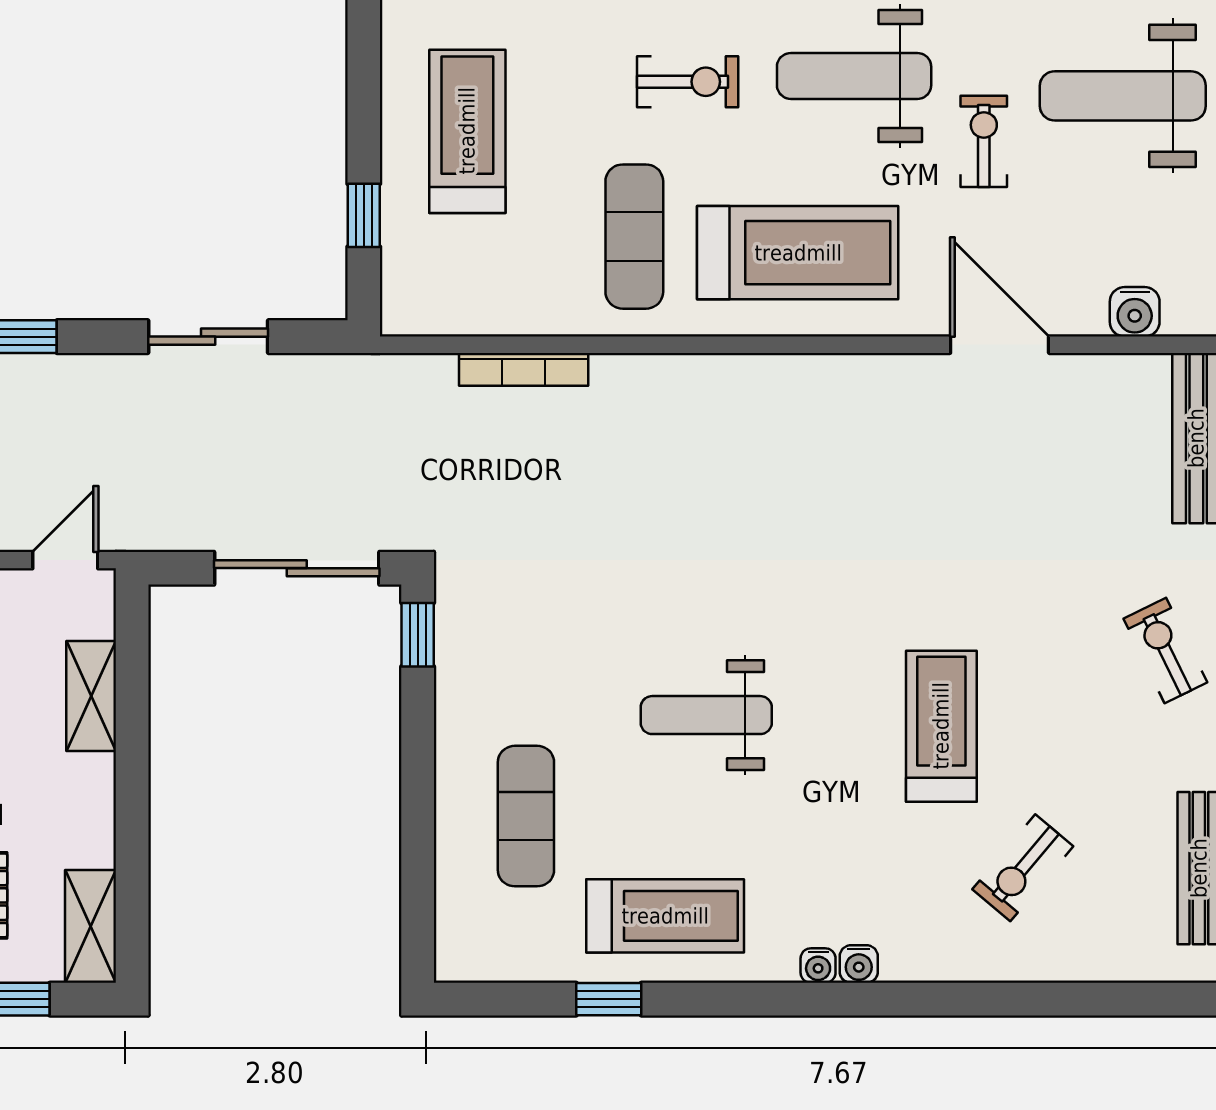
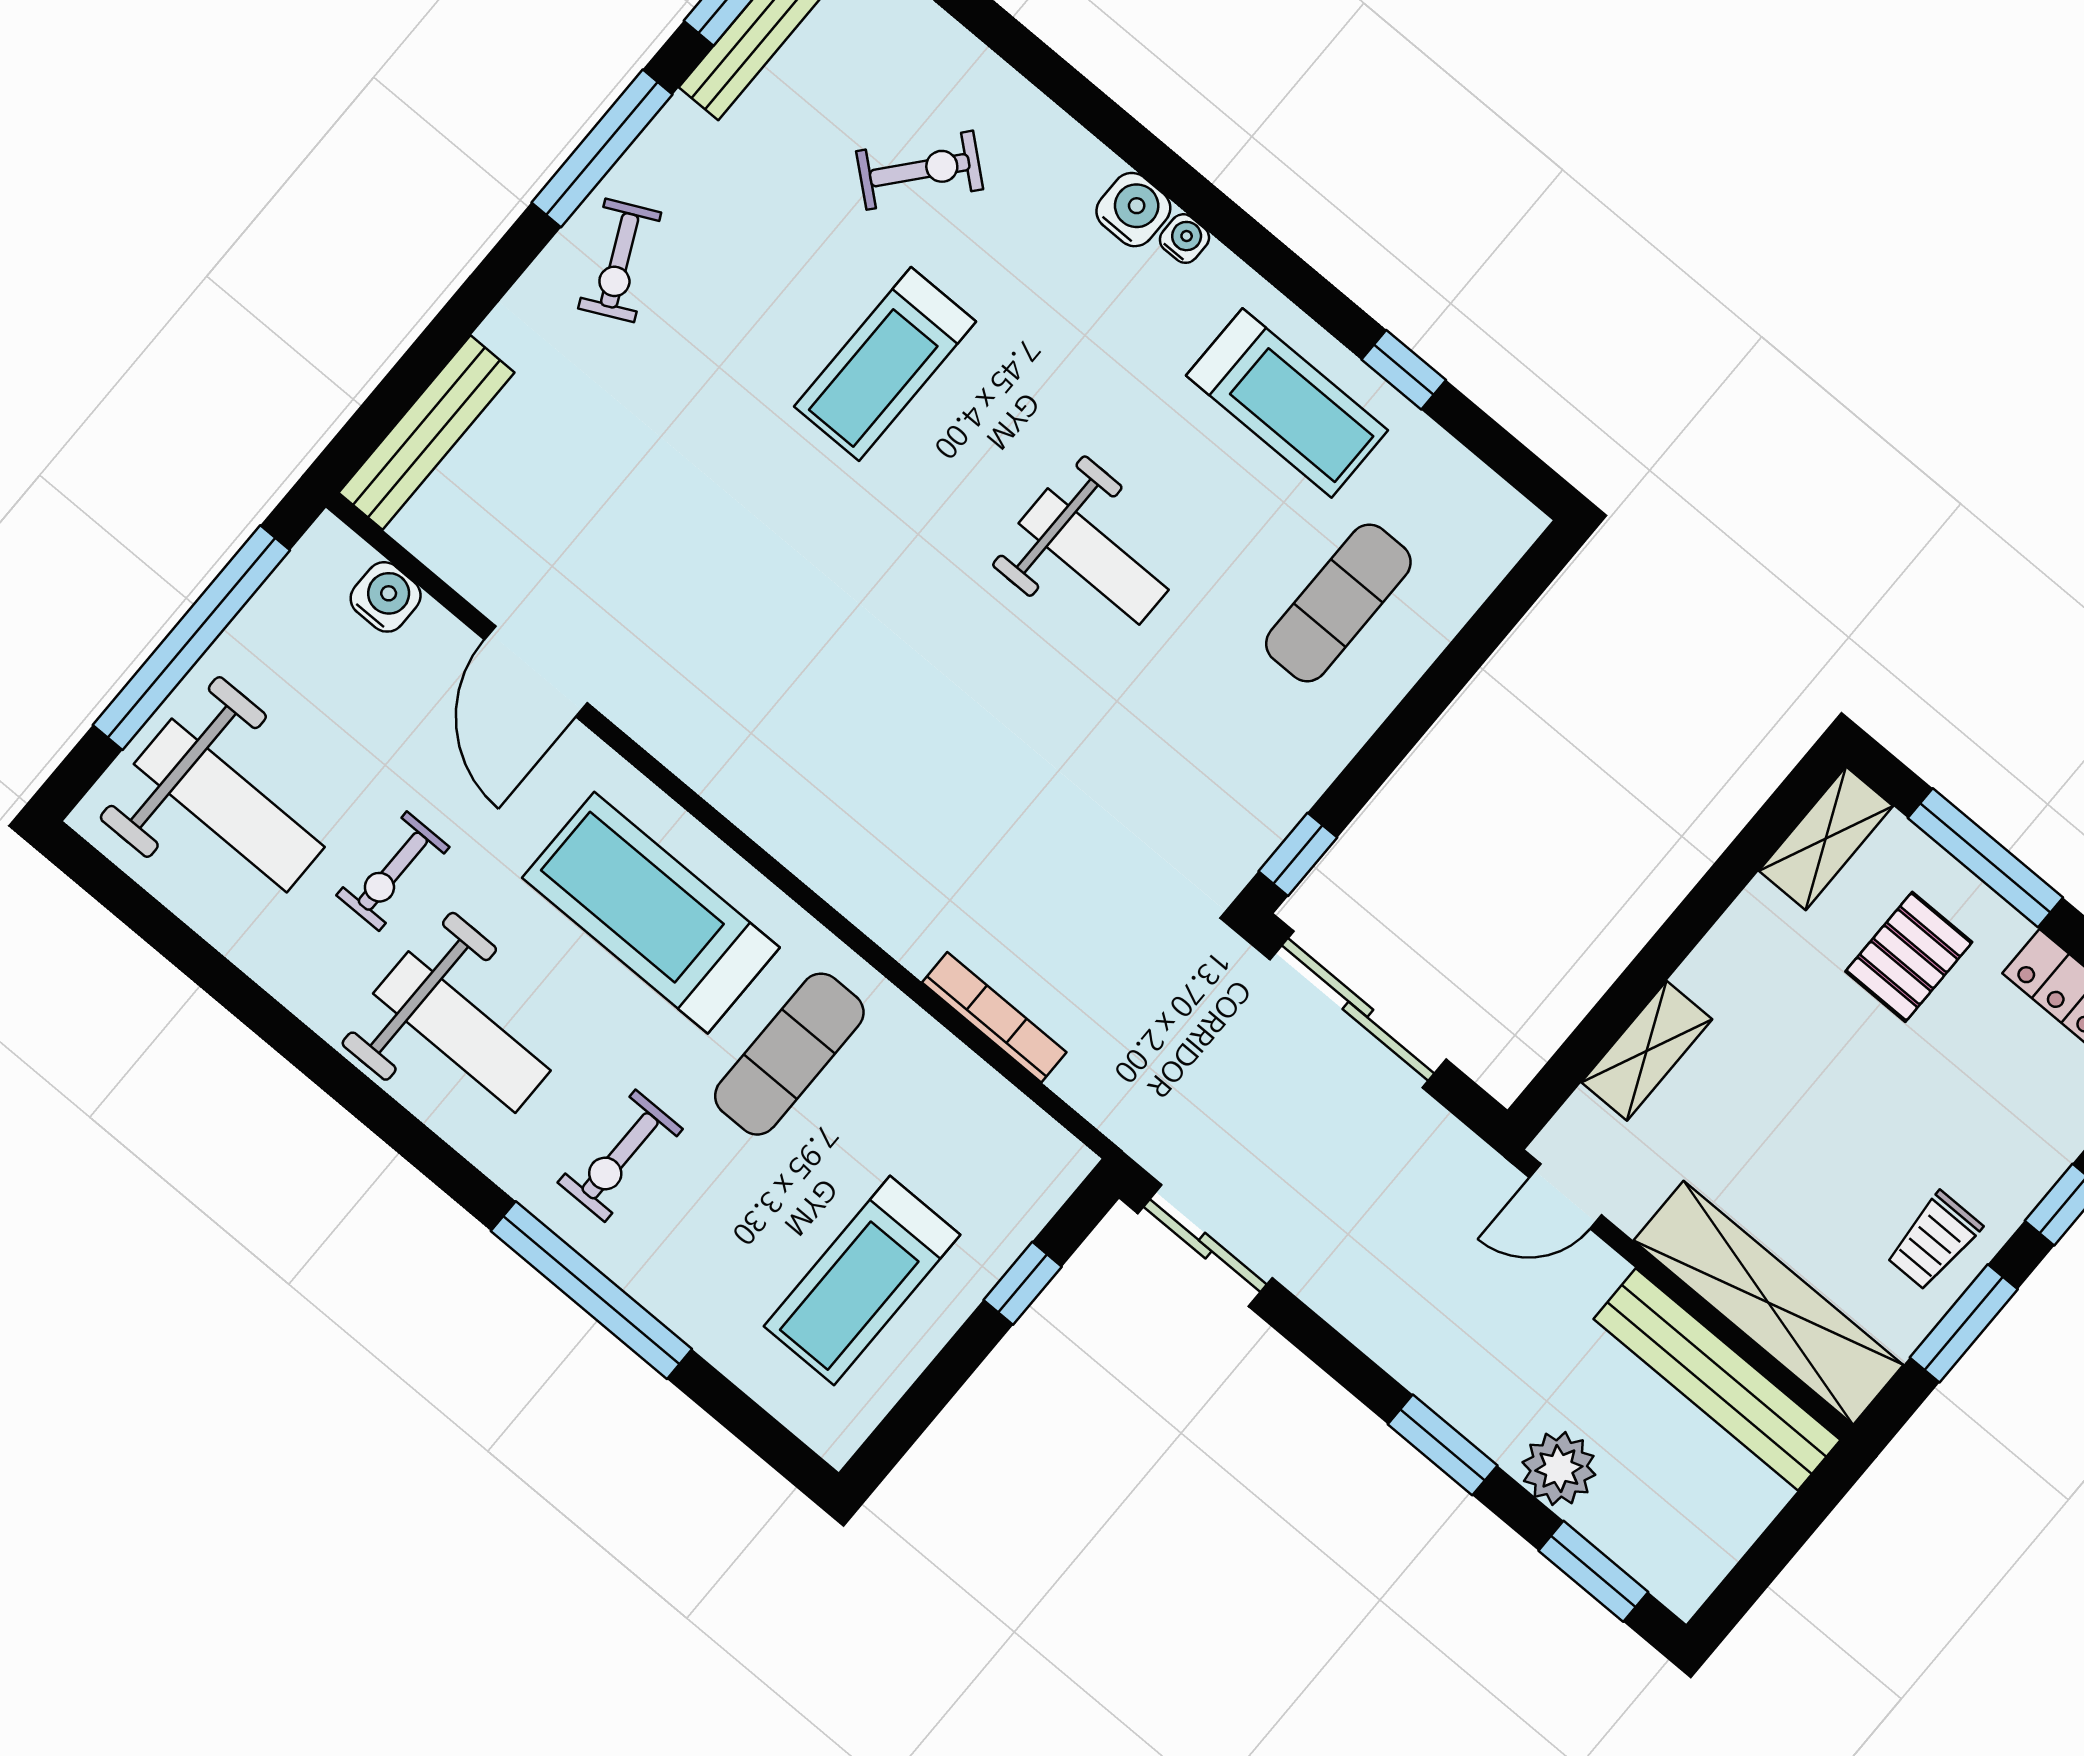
exercise bike: (688, 82) -> (620, 1156), turned -90
sliding door: (208, 337) -> (1205, 1246), moved
treadmill: (665, 916) -> (1287, 403), turned 180
water cooler: (859, 964) -> (1133, 210), width x1.38, depth x1.38

